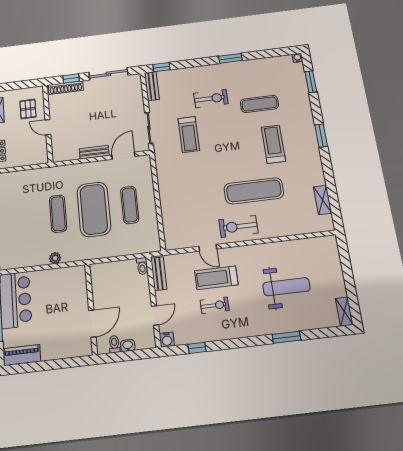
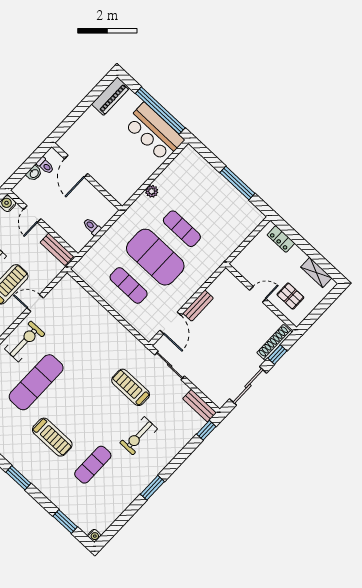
toilet: (142, 266) -> (92, 227), moved

